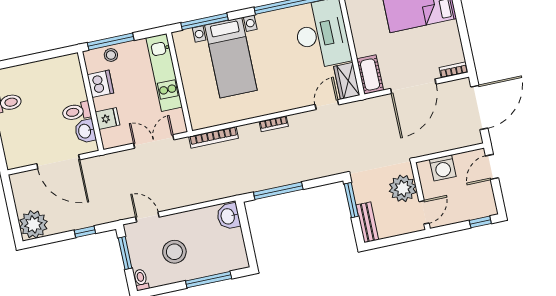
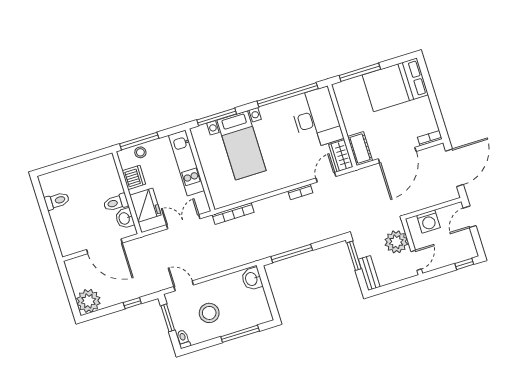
fridge: (107, 119) -> (145, 205), width x1.88, depth x1.34
bookcase: (274, 124) -> (300, 192), moved

